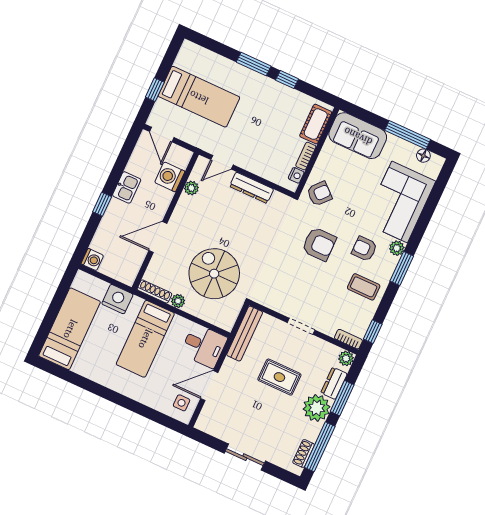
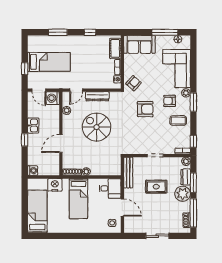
window: (254, 64) -> (58, 32), moved
washing machine: (170, 177) -> (53, 98), moved
spiral stairs: (214, 274) -> (97, 127), moved
door: (209, 386) -> (122, 208), swing flipped

